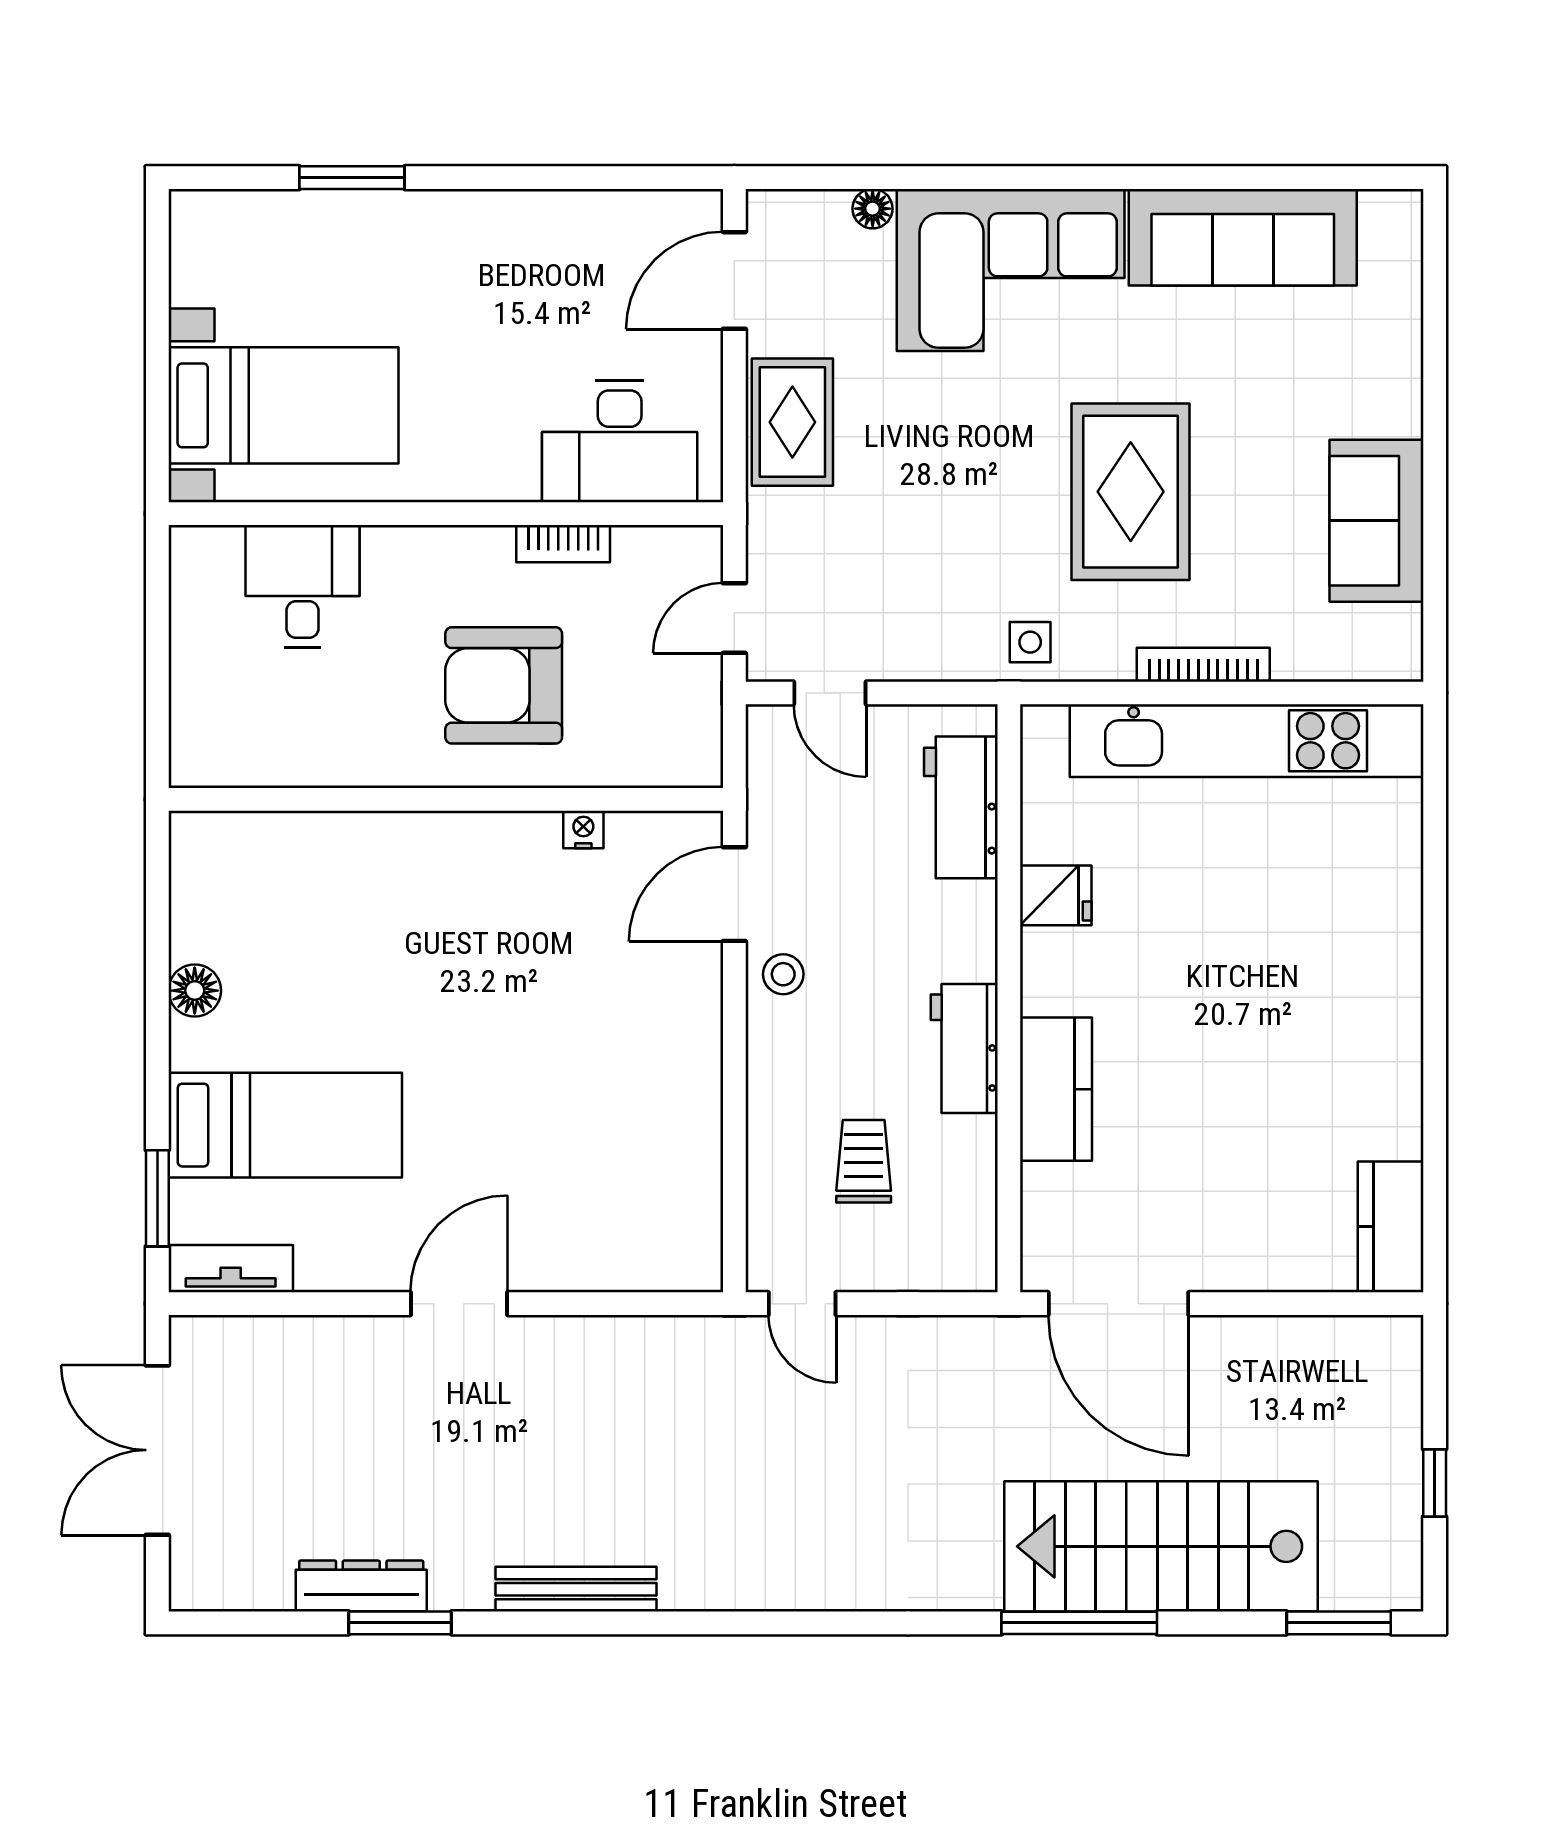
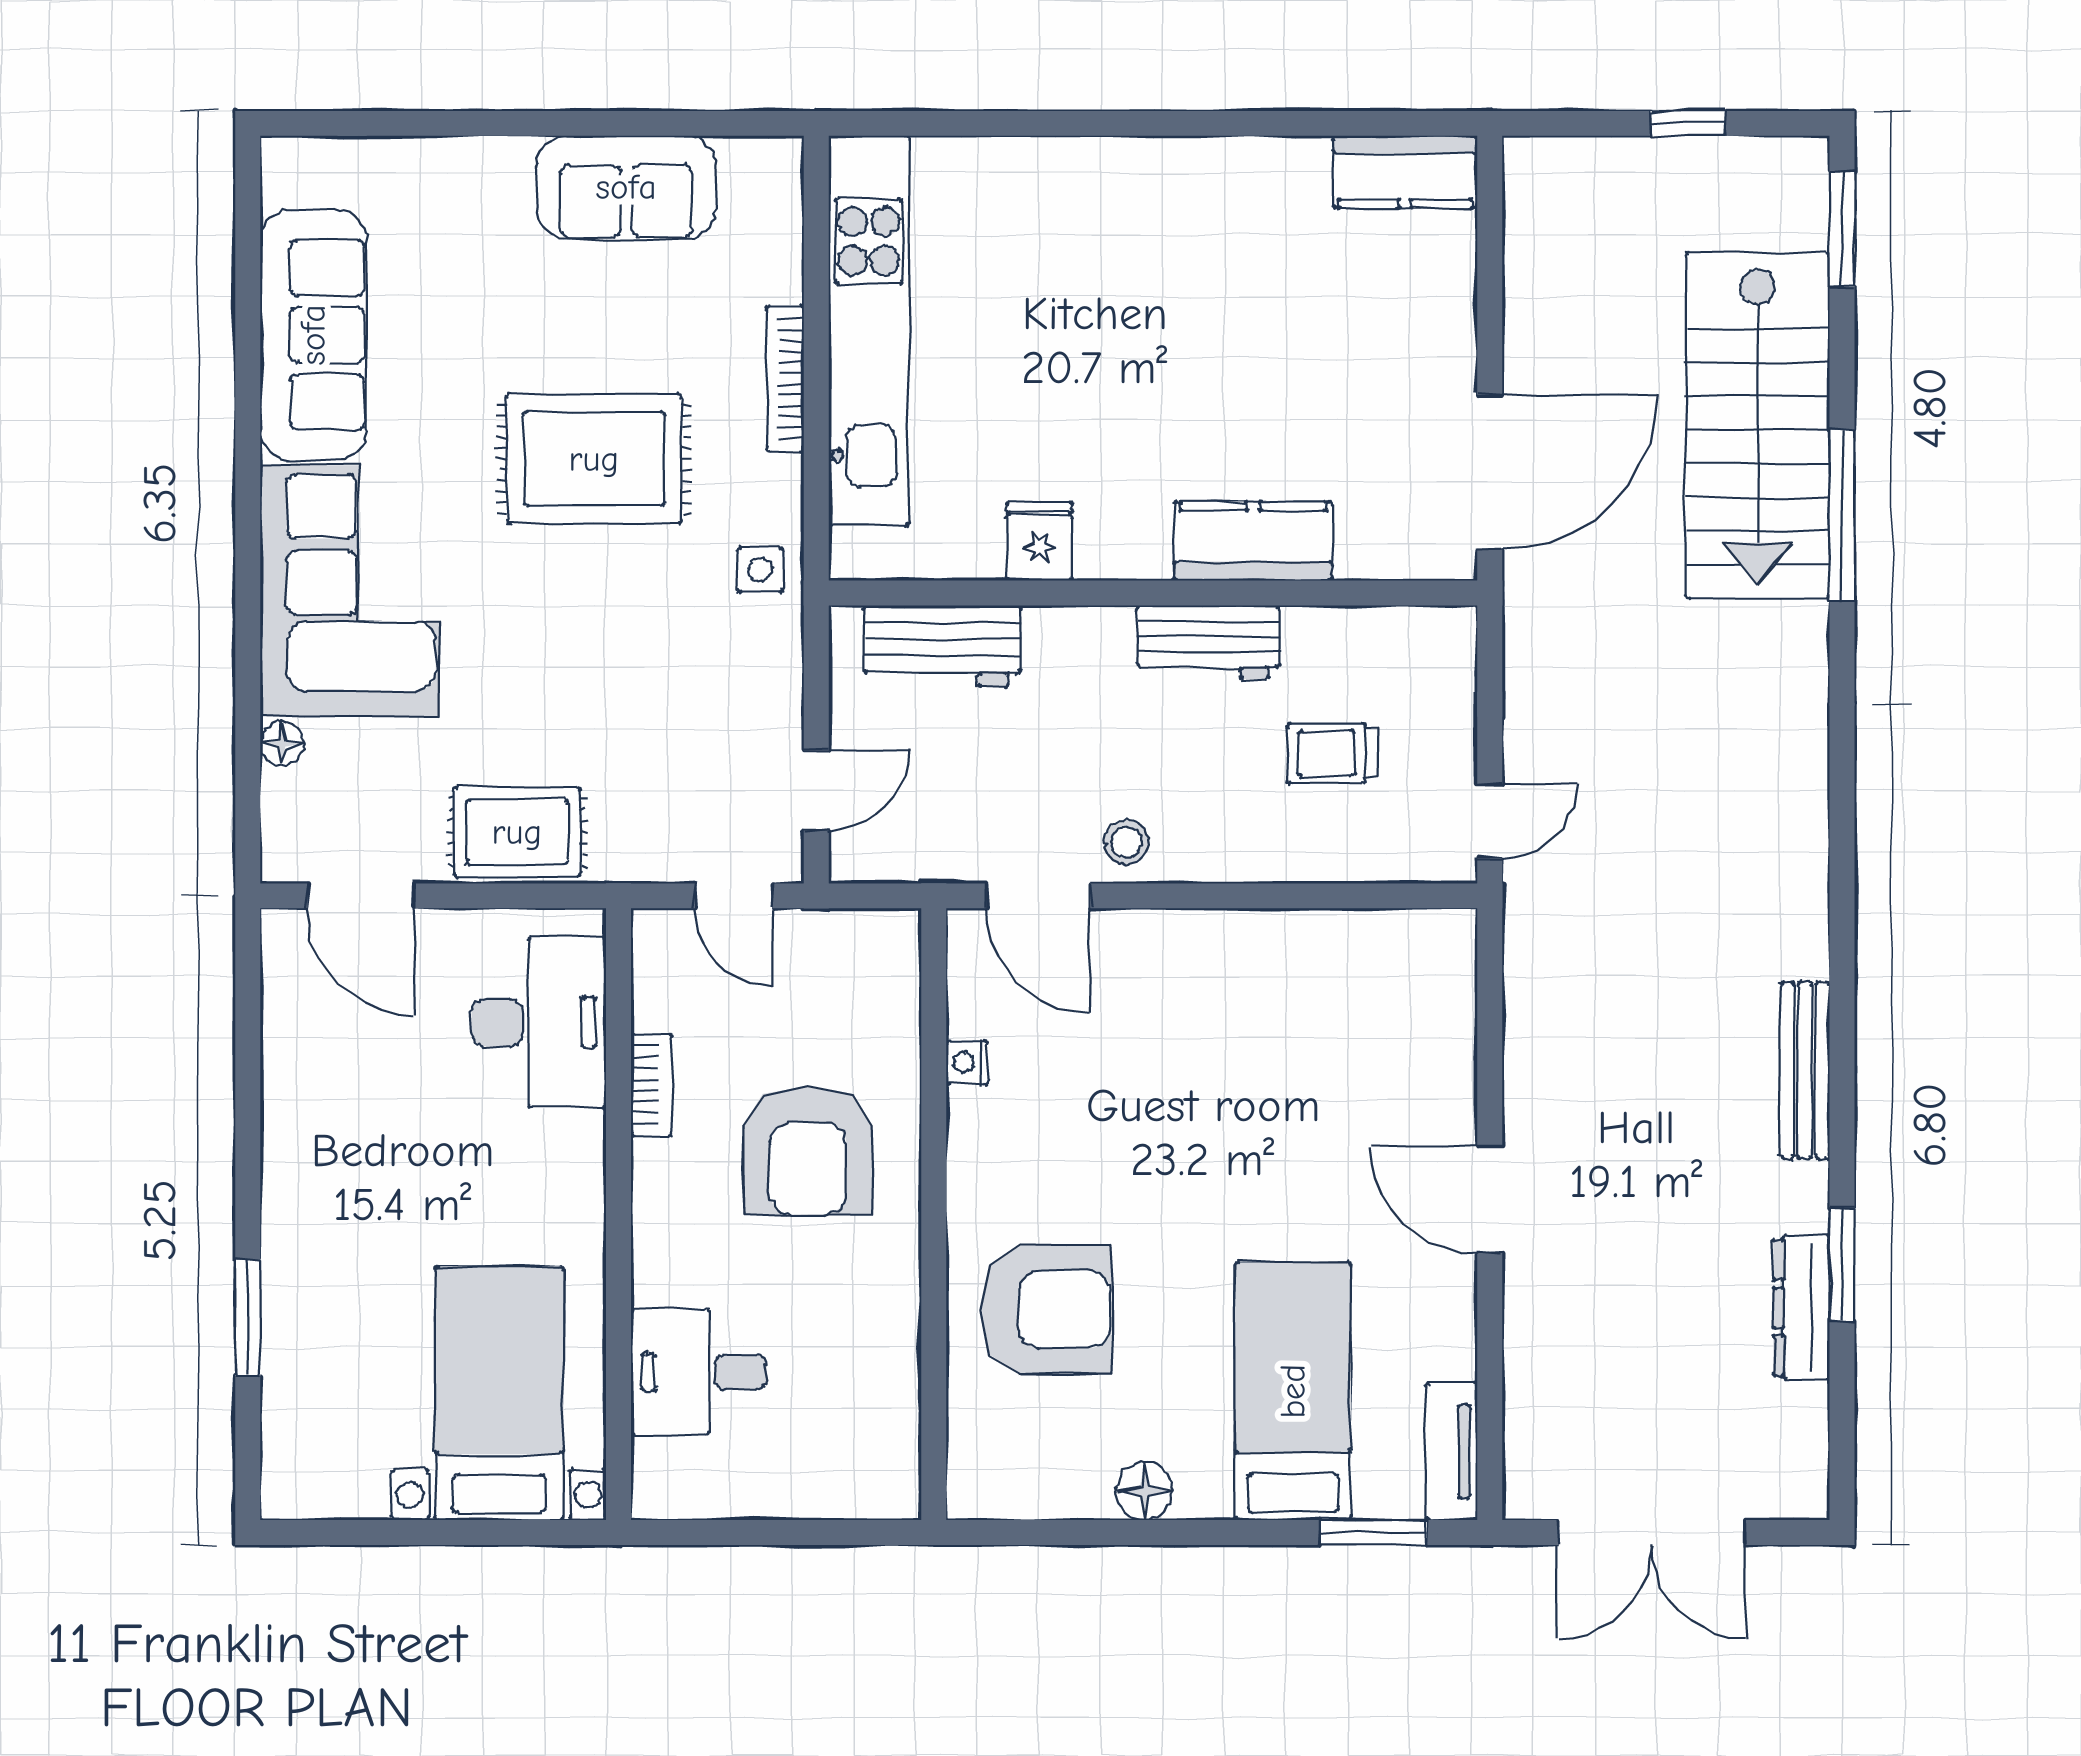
armchair: (359, 902) -> (1047, 1309), added

